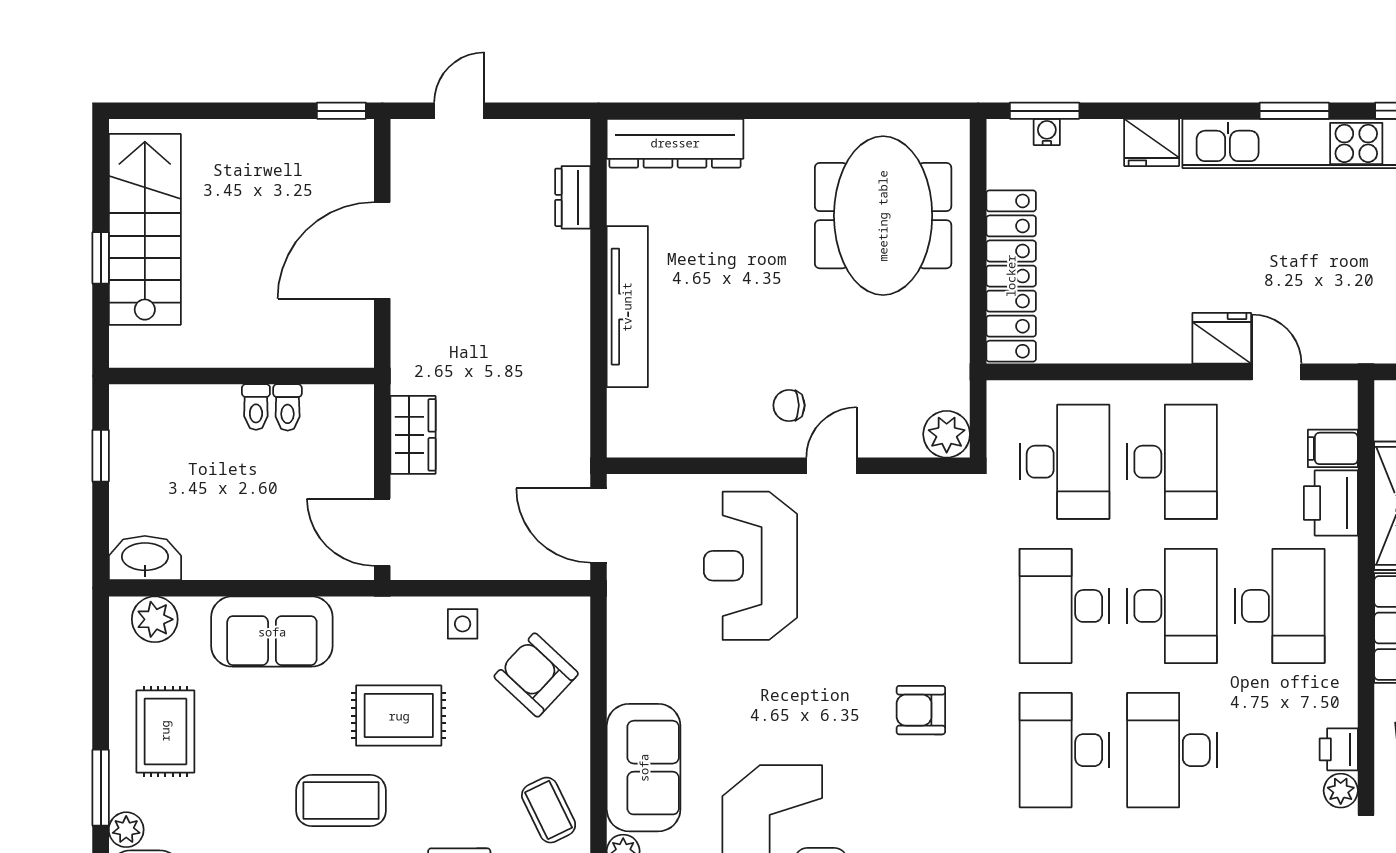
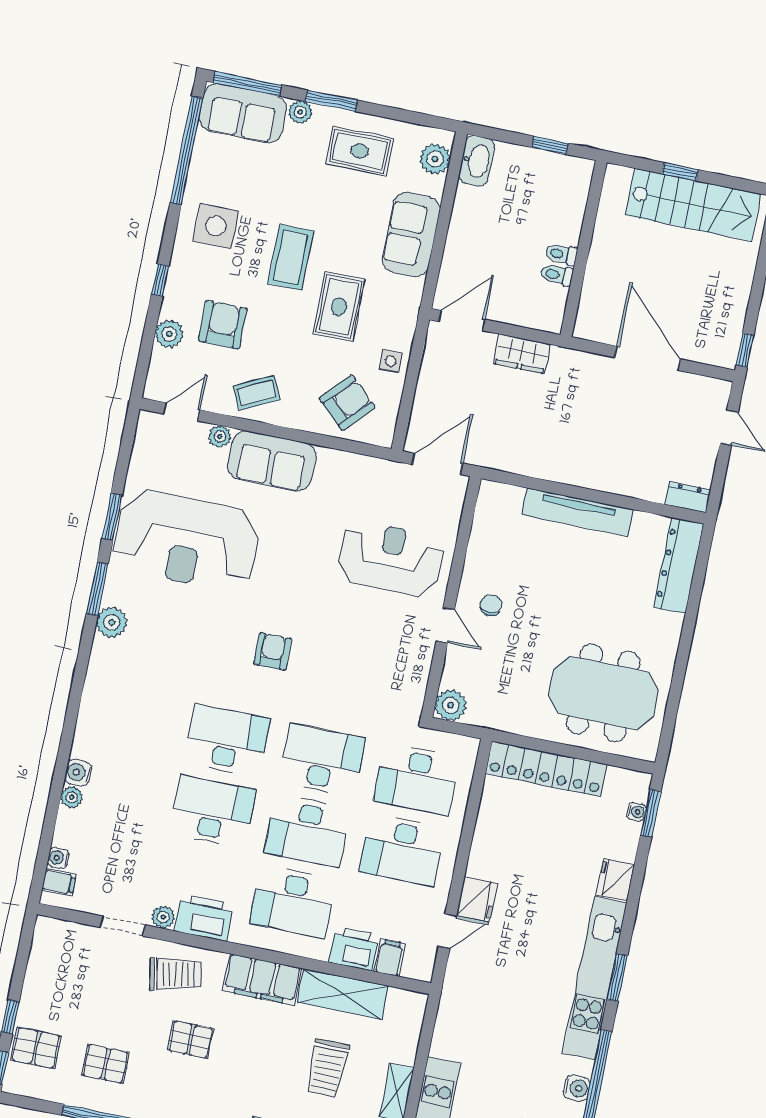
dresser: (573, 197) -> (688, 497), moved
printer: (1339, 749) -> (204, 918), width x1.87, depth x1.48

